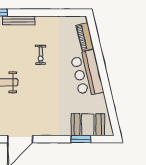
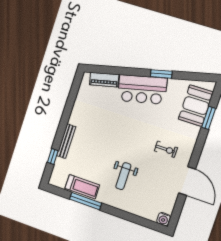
exercise bike: (41, 55) -> (166, 149), moved
window: (106, 86) -> (161, 74), added

